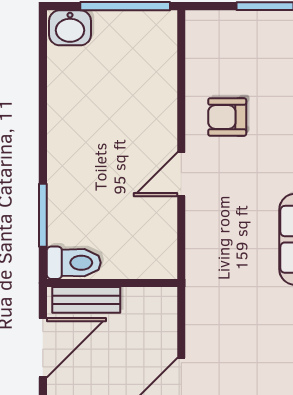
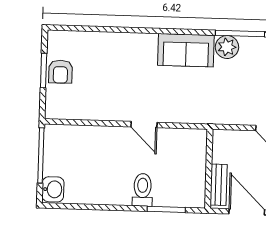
armchair: (227, 117) -> (60, 72), moved
toilet: (74, 263) -> (143, 190), moved

